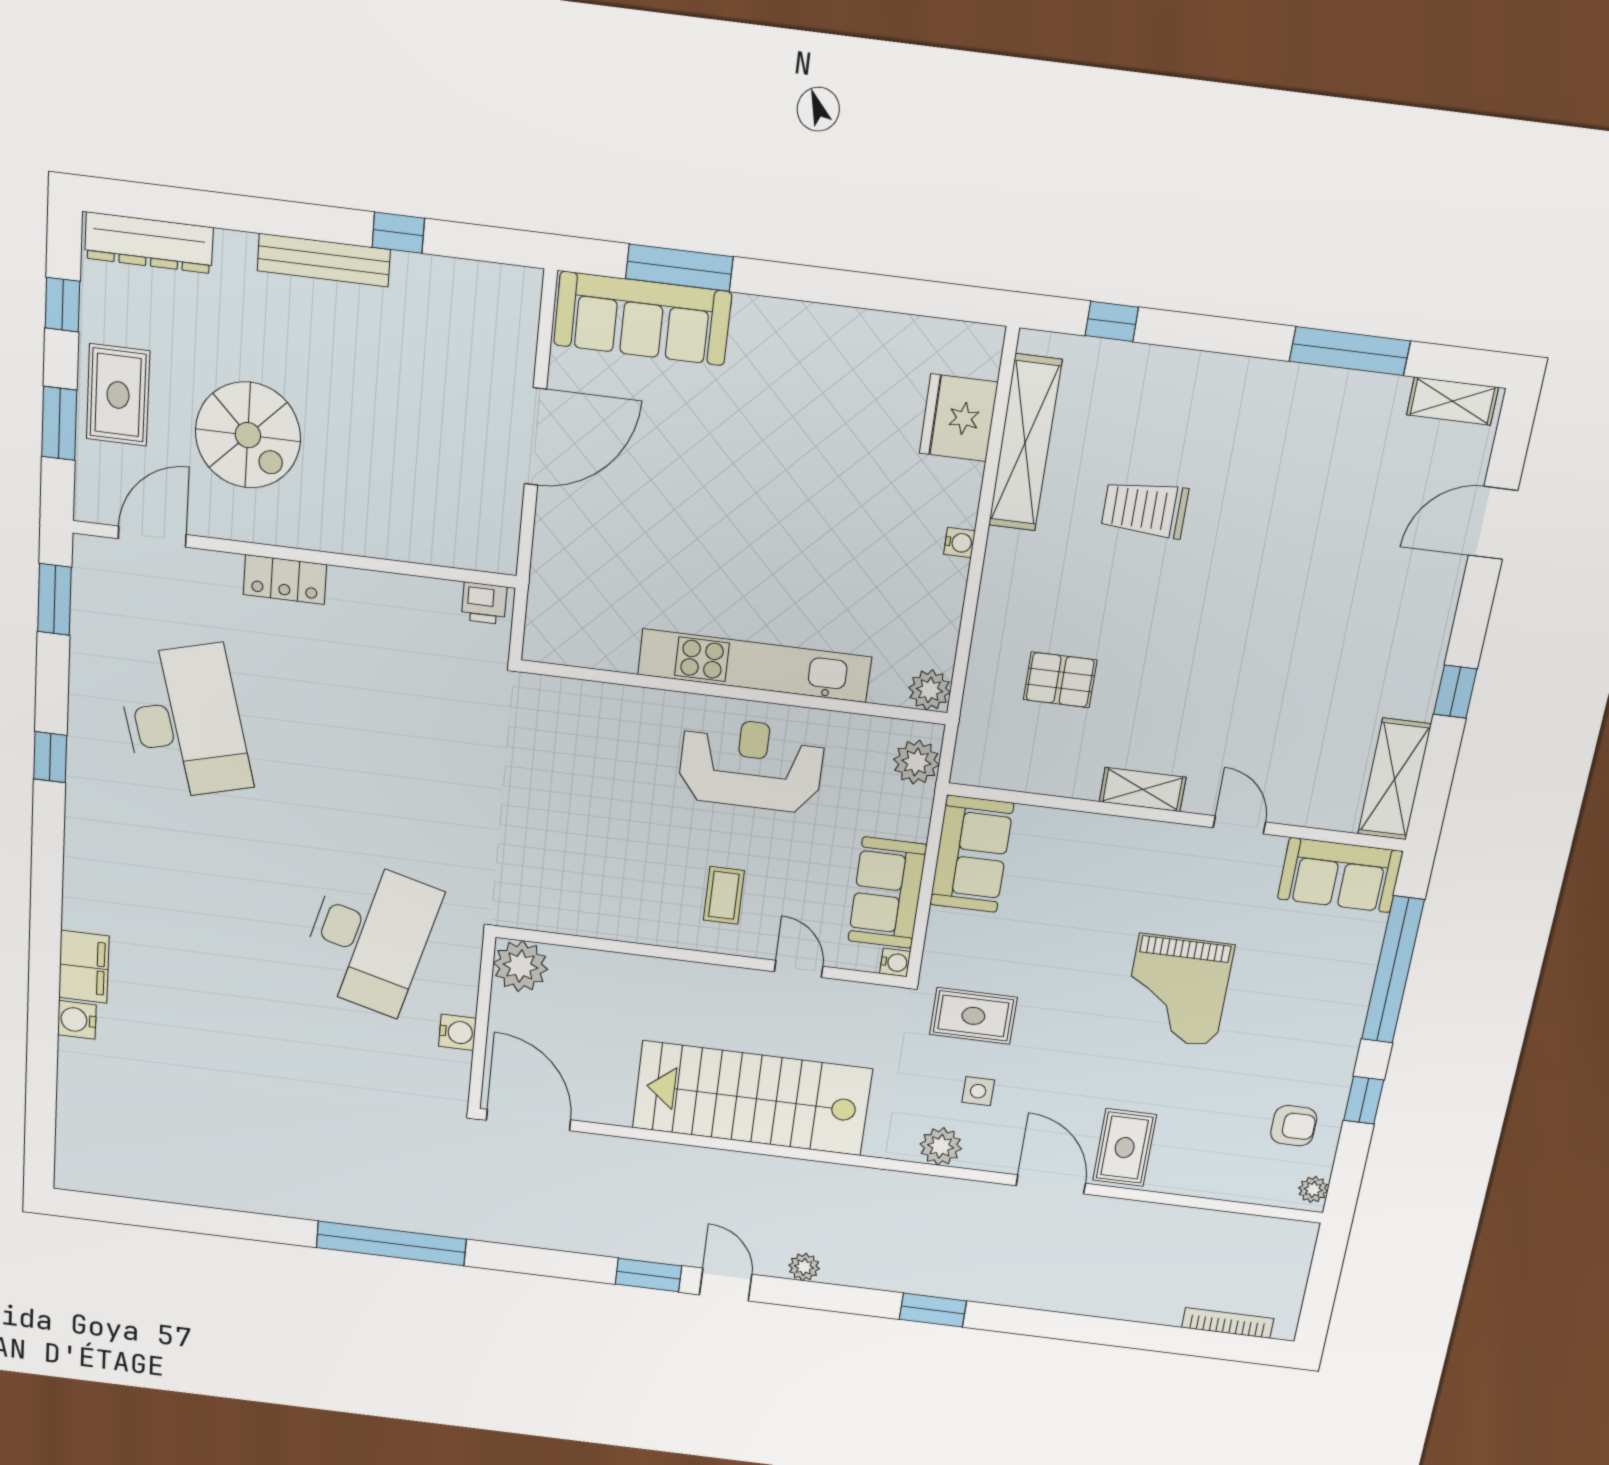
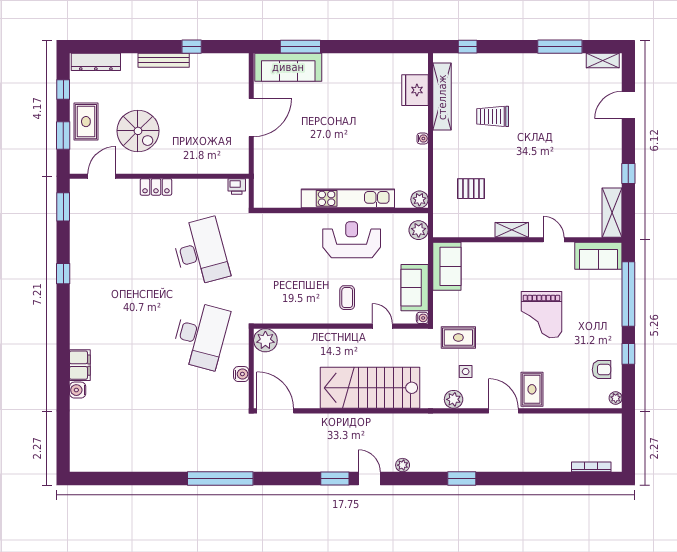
desk: (184, 722) -> (201, 252), moved

